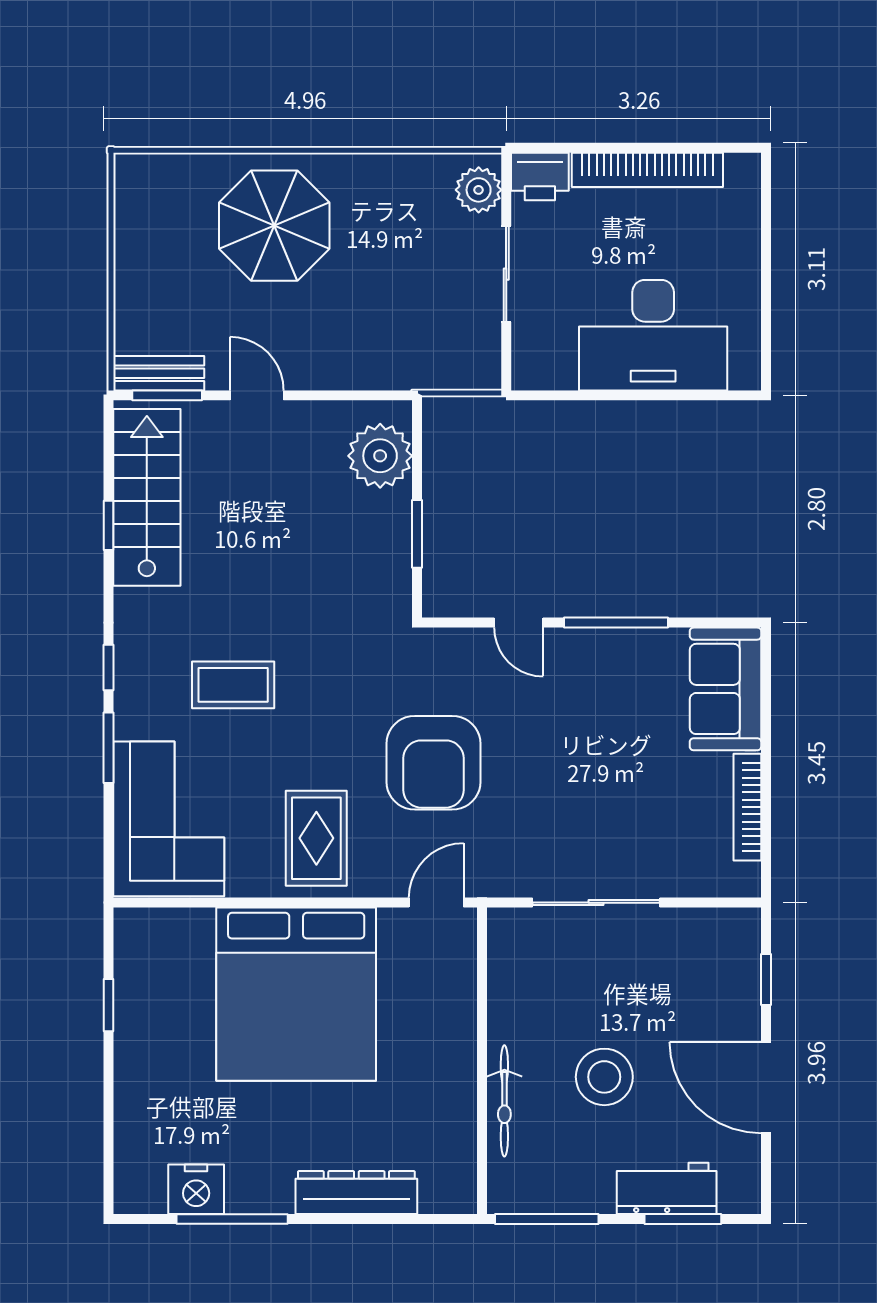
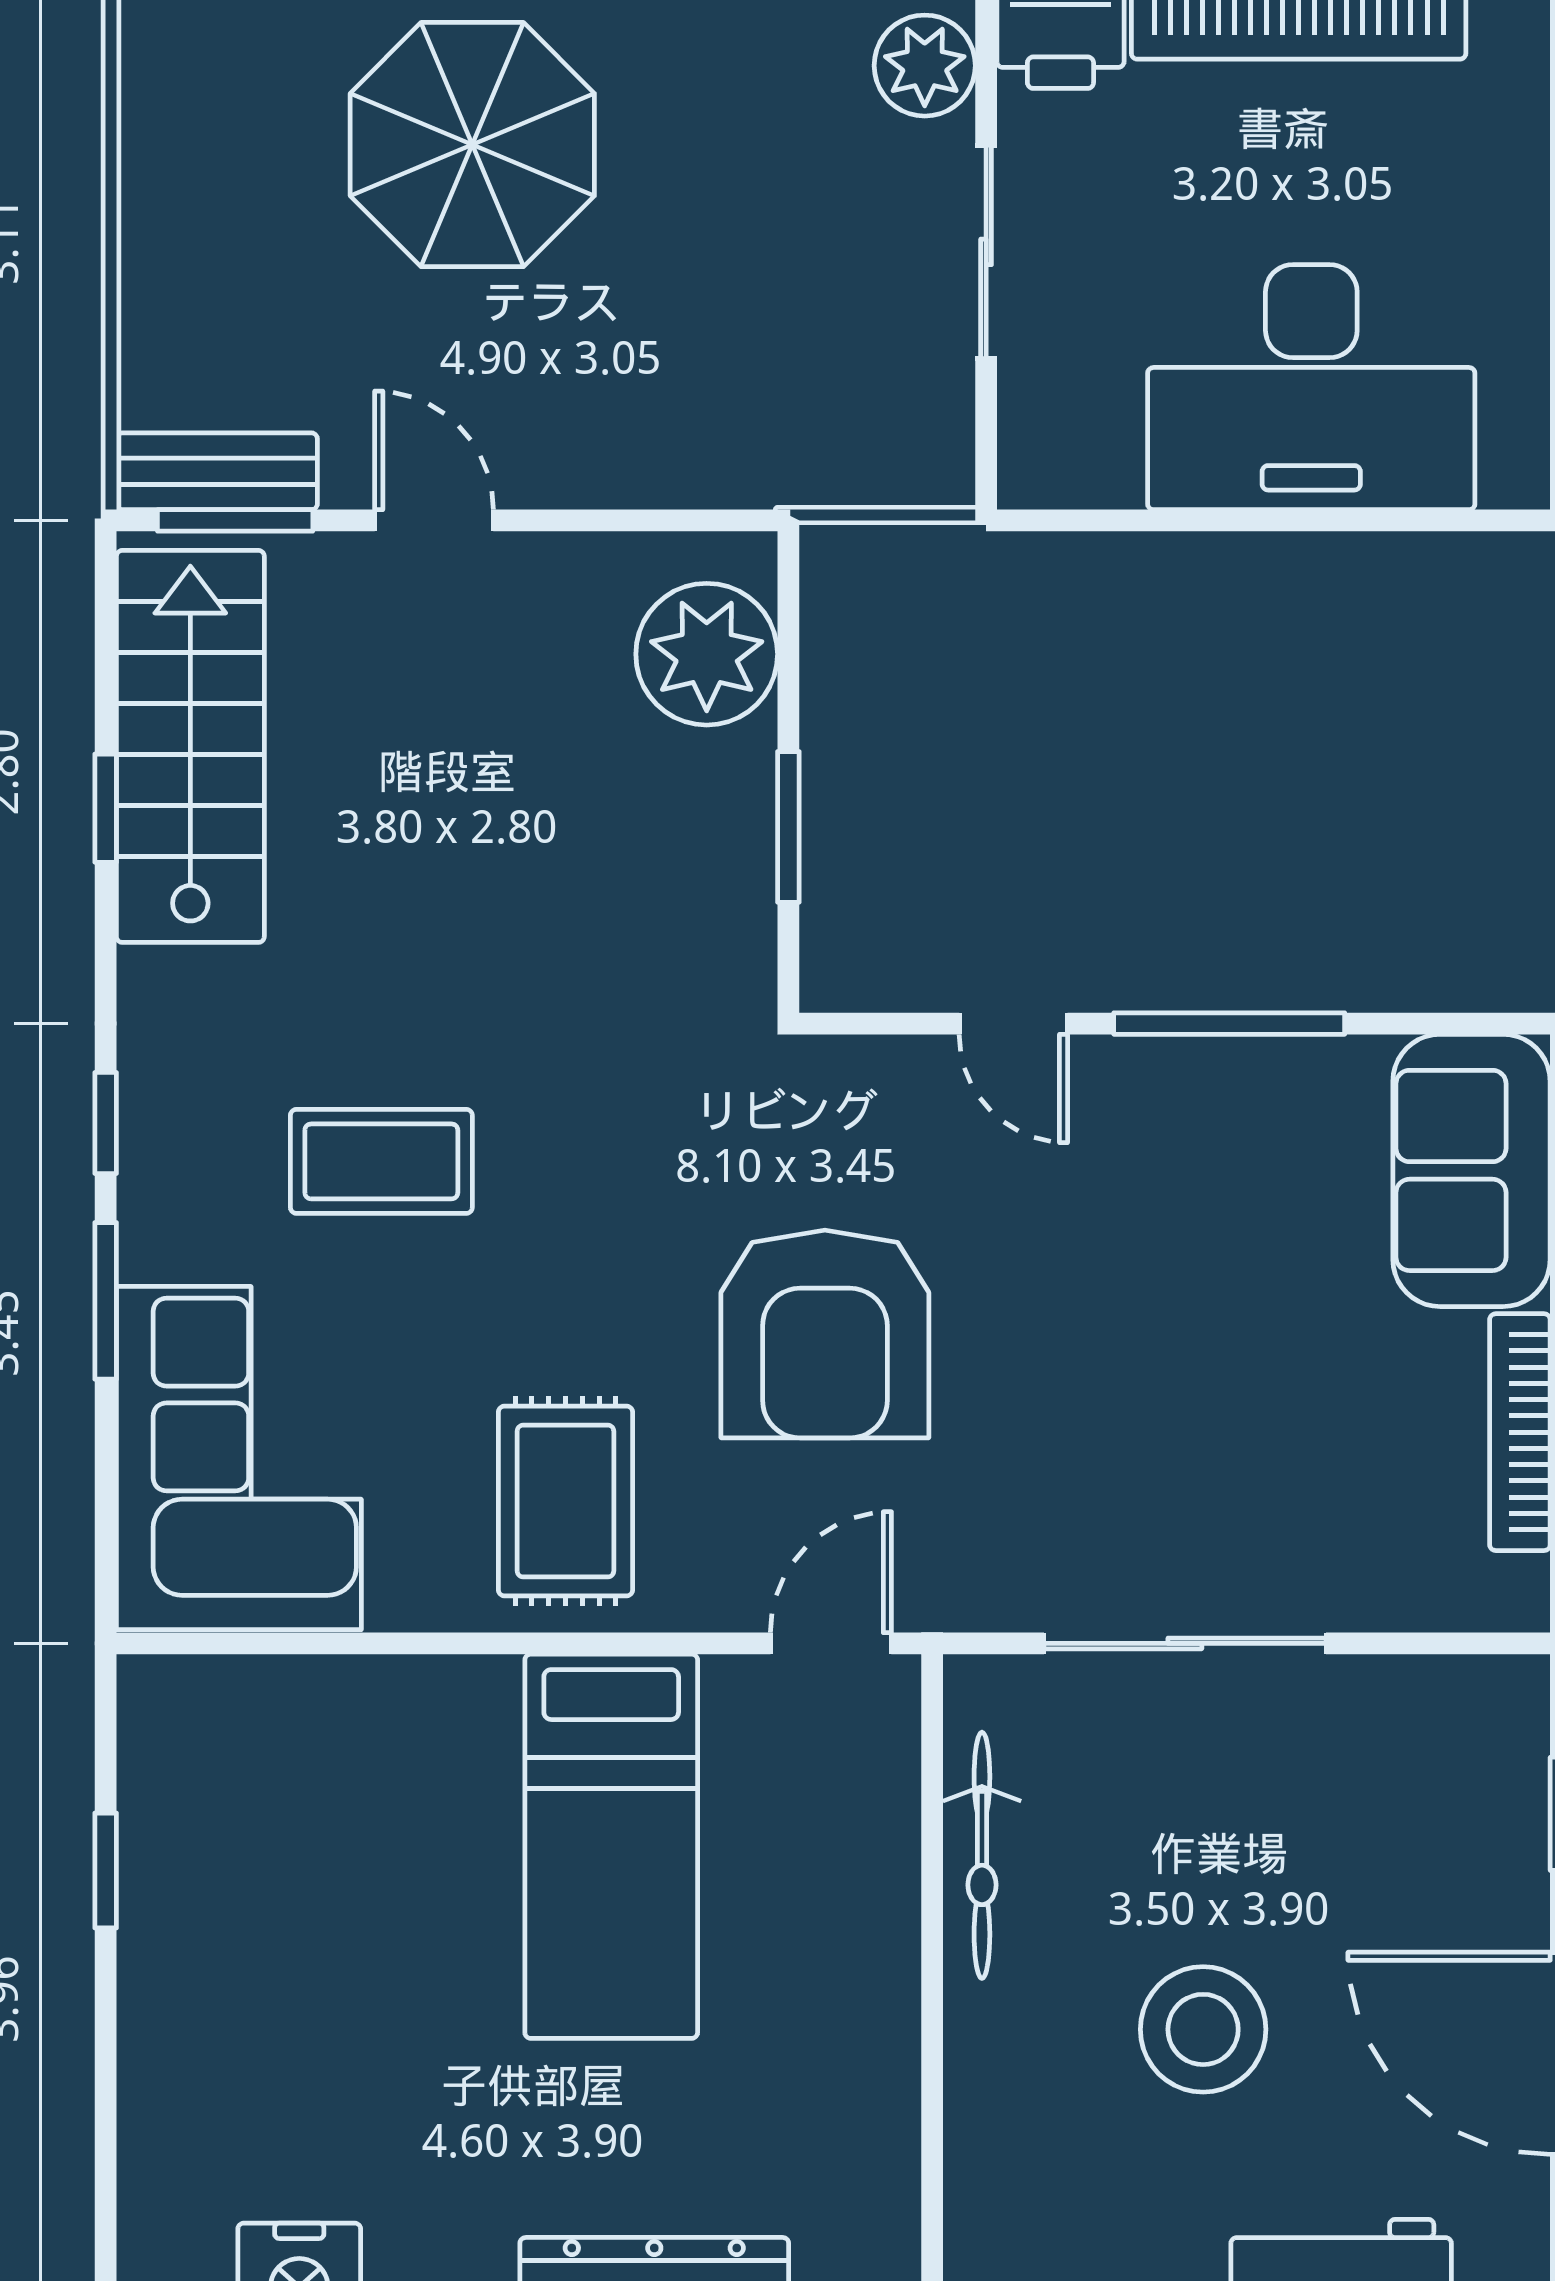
bed: (296, 994) -> (611, 1846), width x0.49
bicycle: (504, 1101) -> (982, 1855), moved

